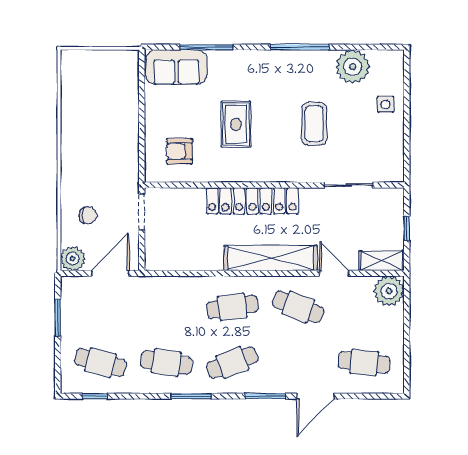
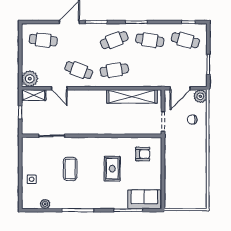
plant: (353, 67) -> (45, 204), width x0.53, depth x0.53
locker: (252, 201) -> (103, 127), removed
shelving: (271, 258) -> (132, 96), moved

